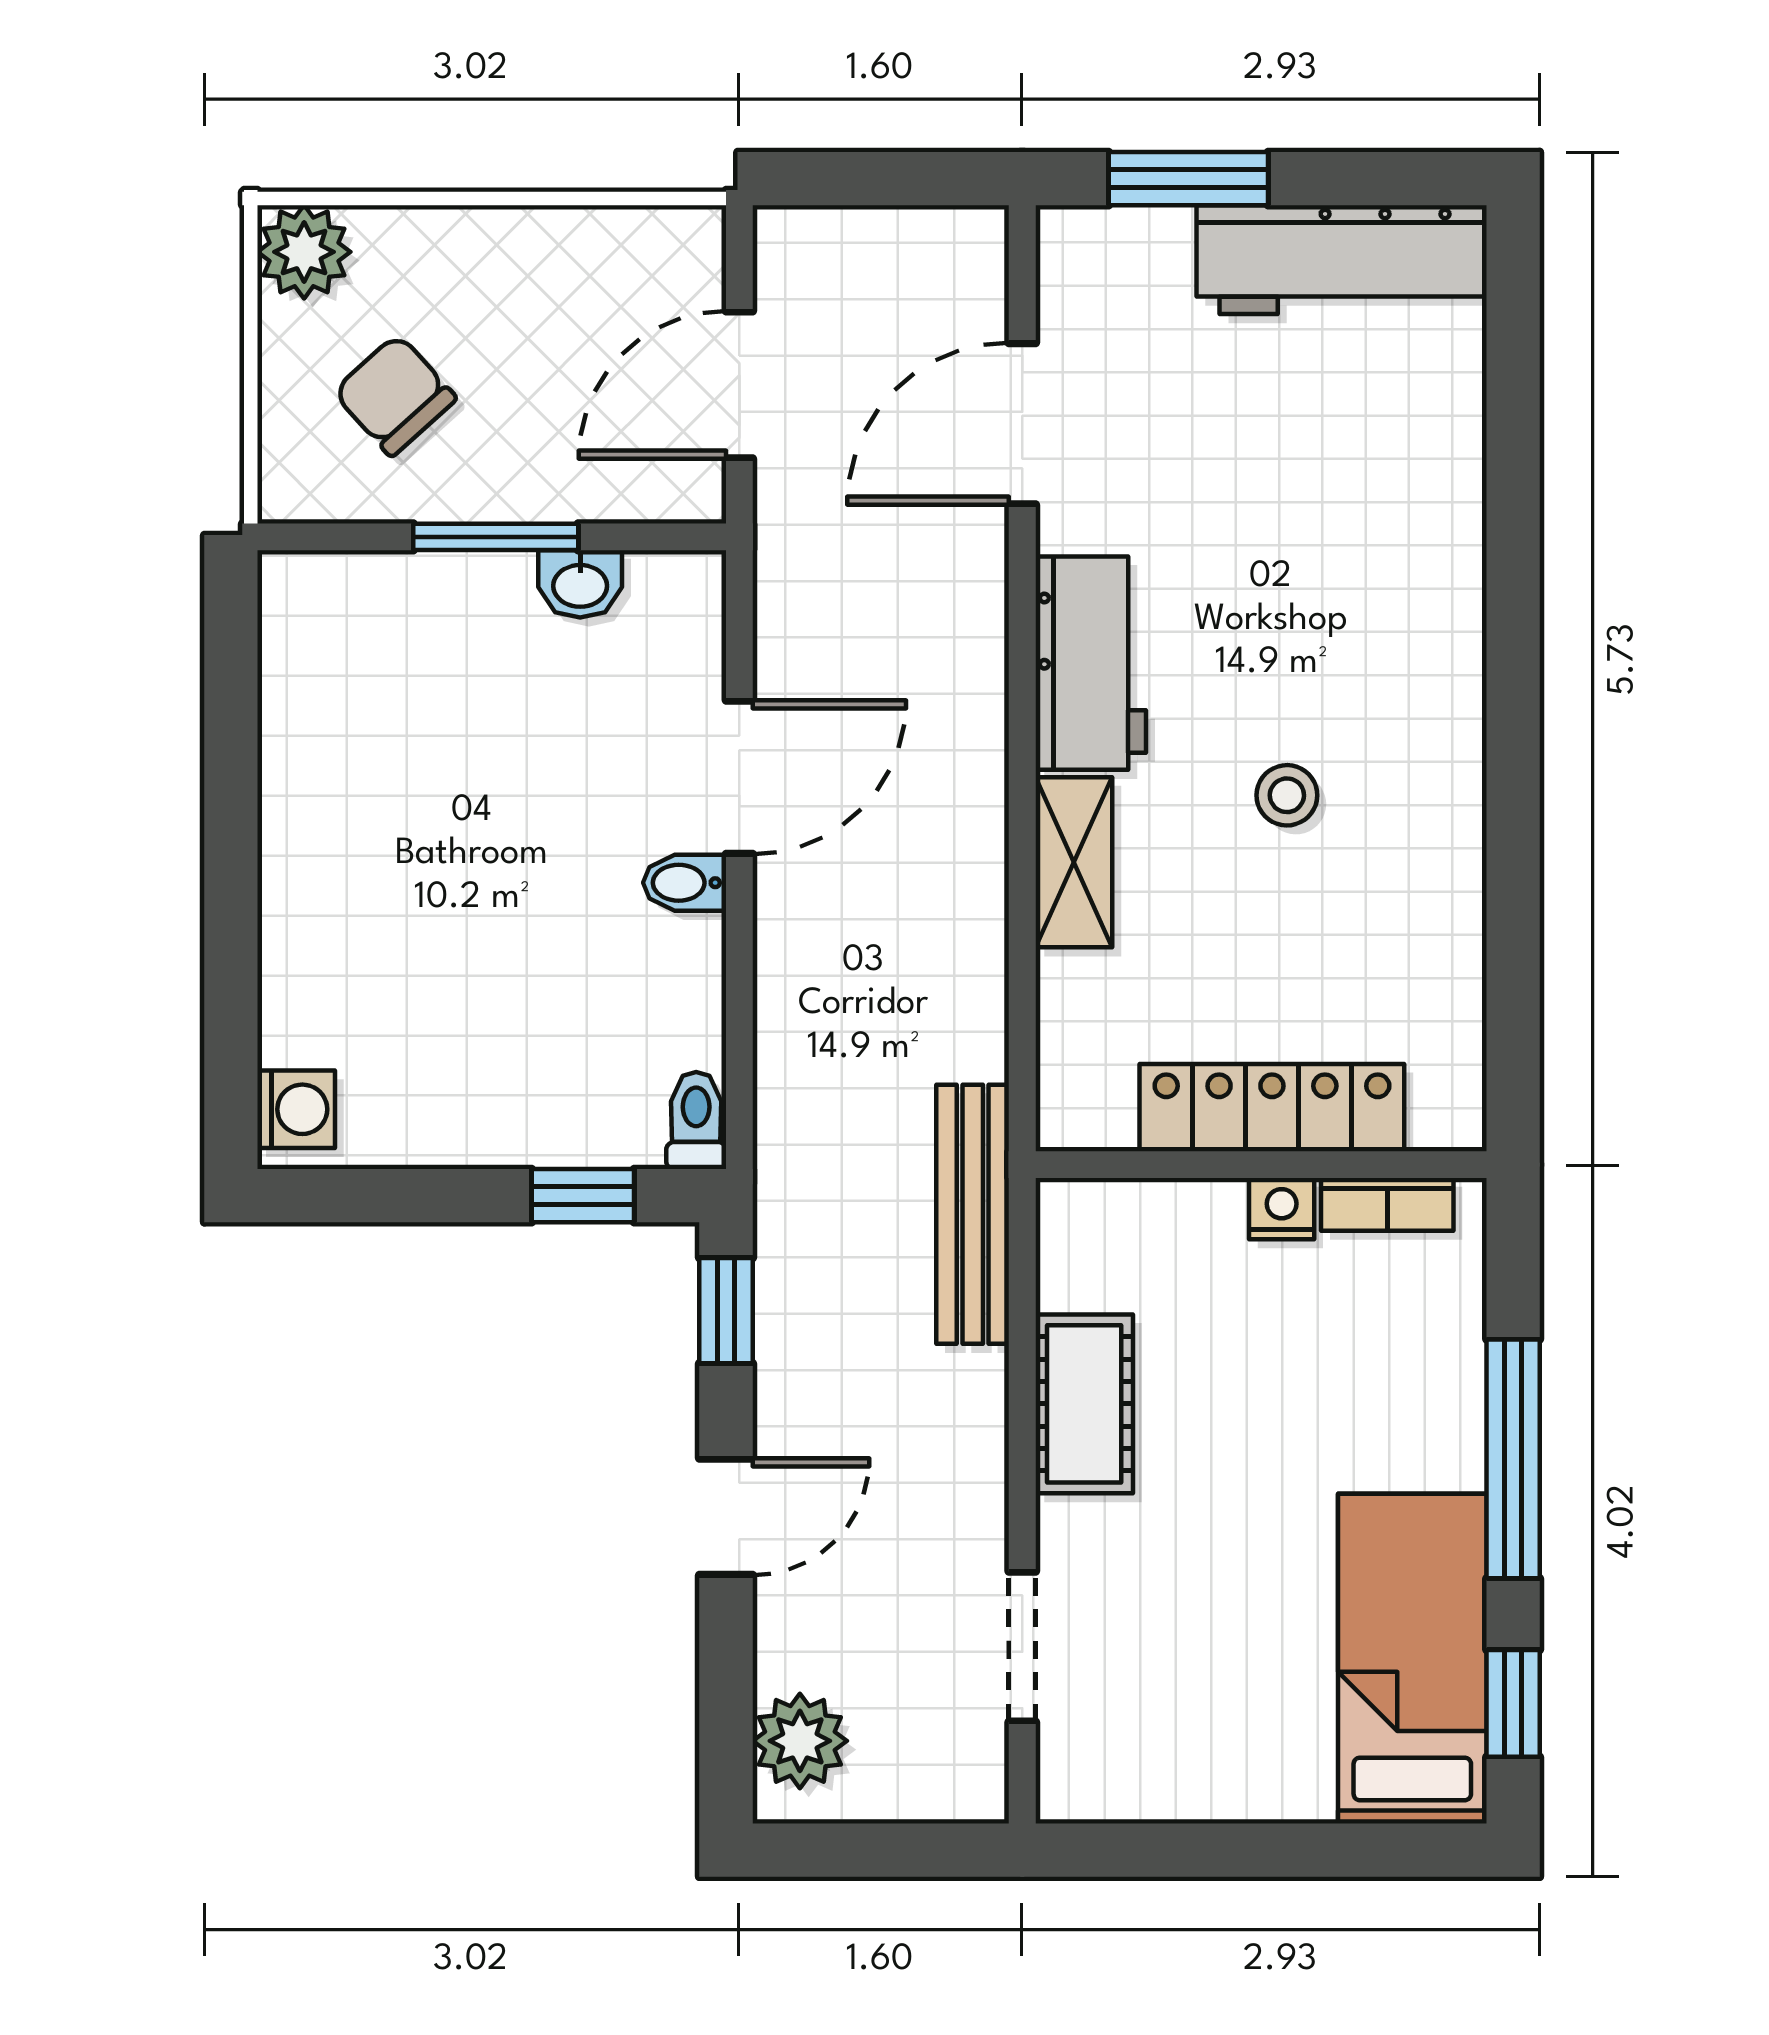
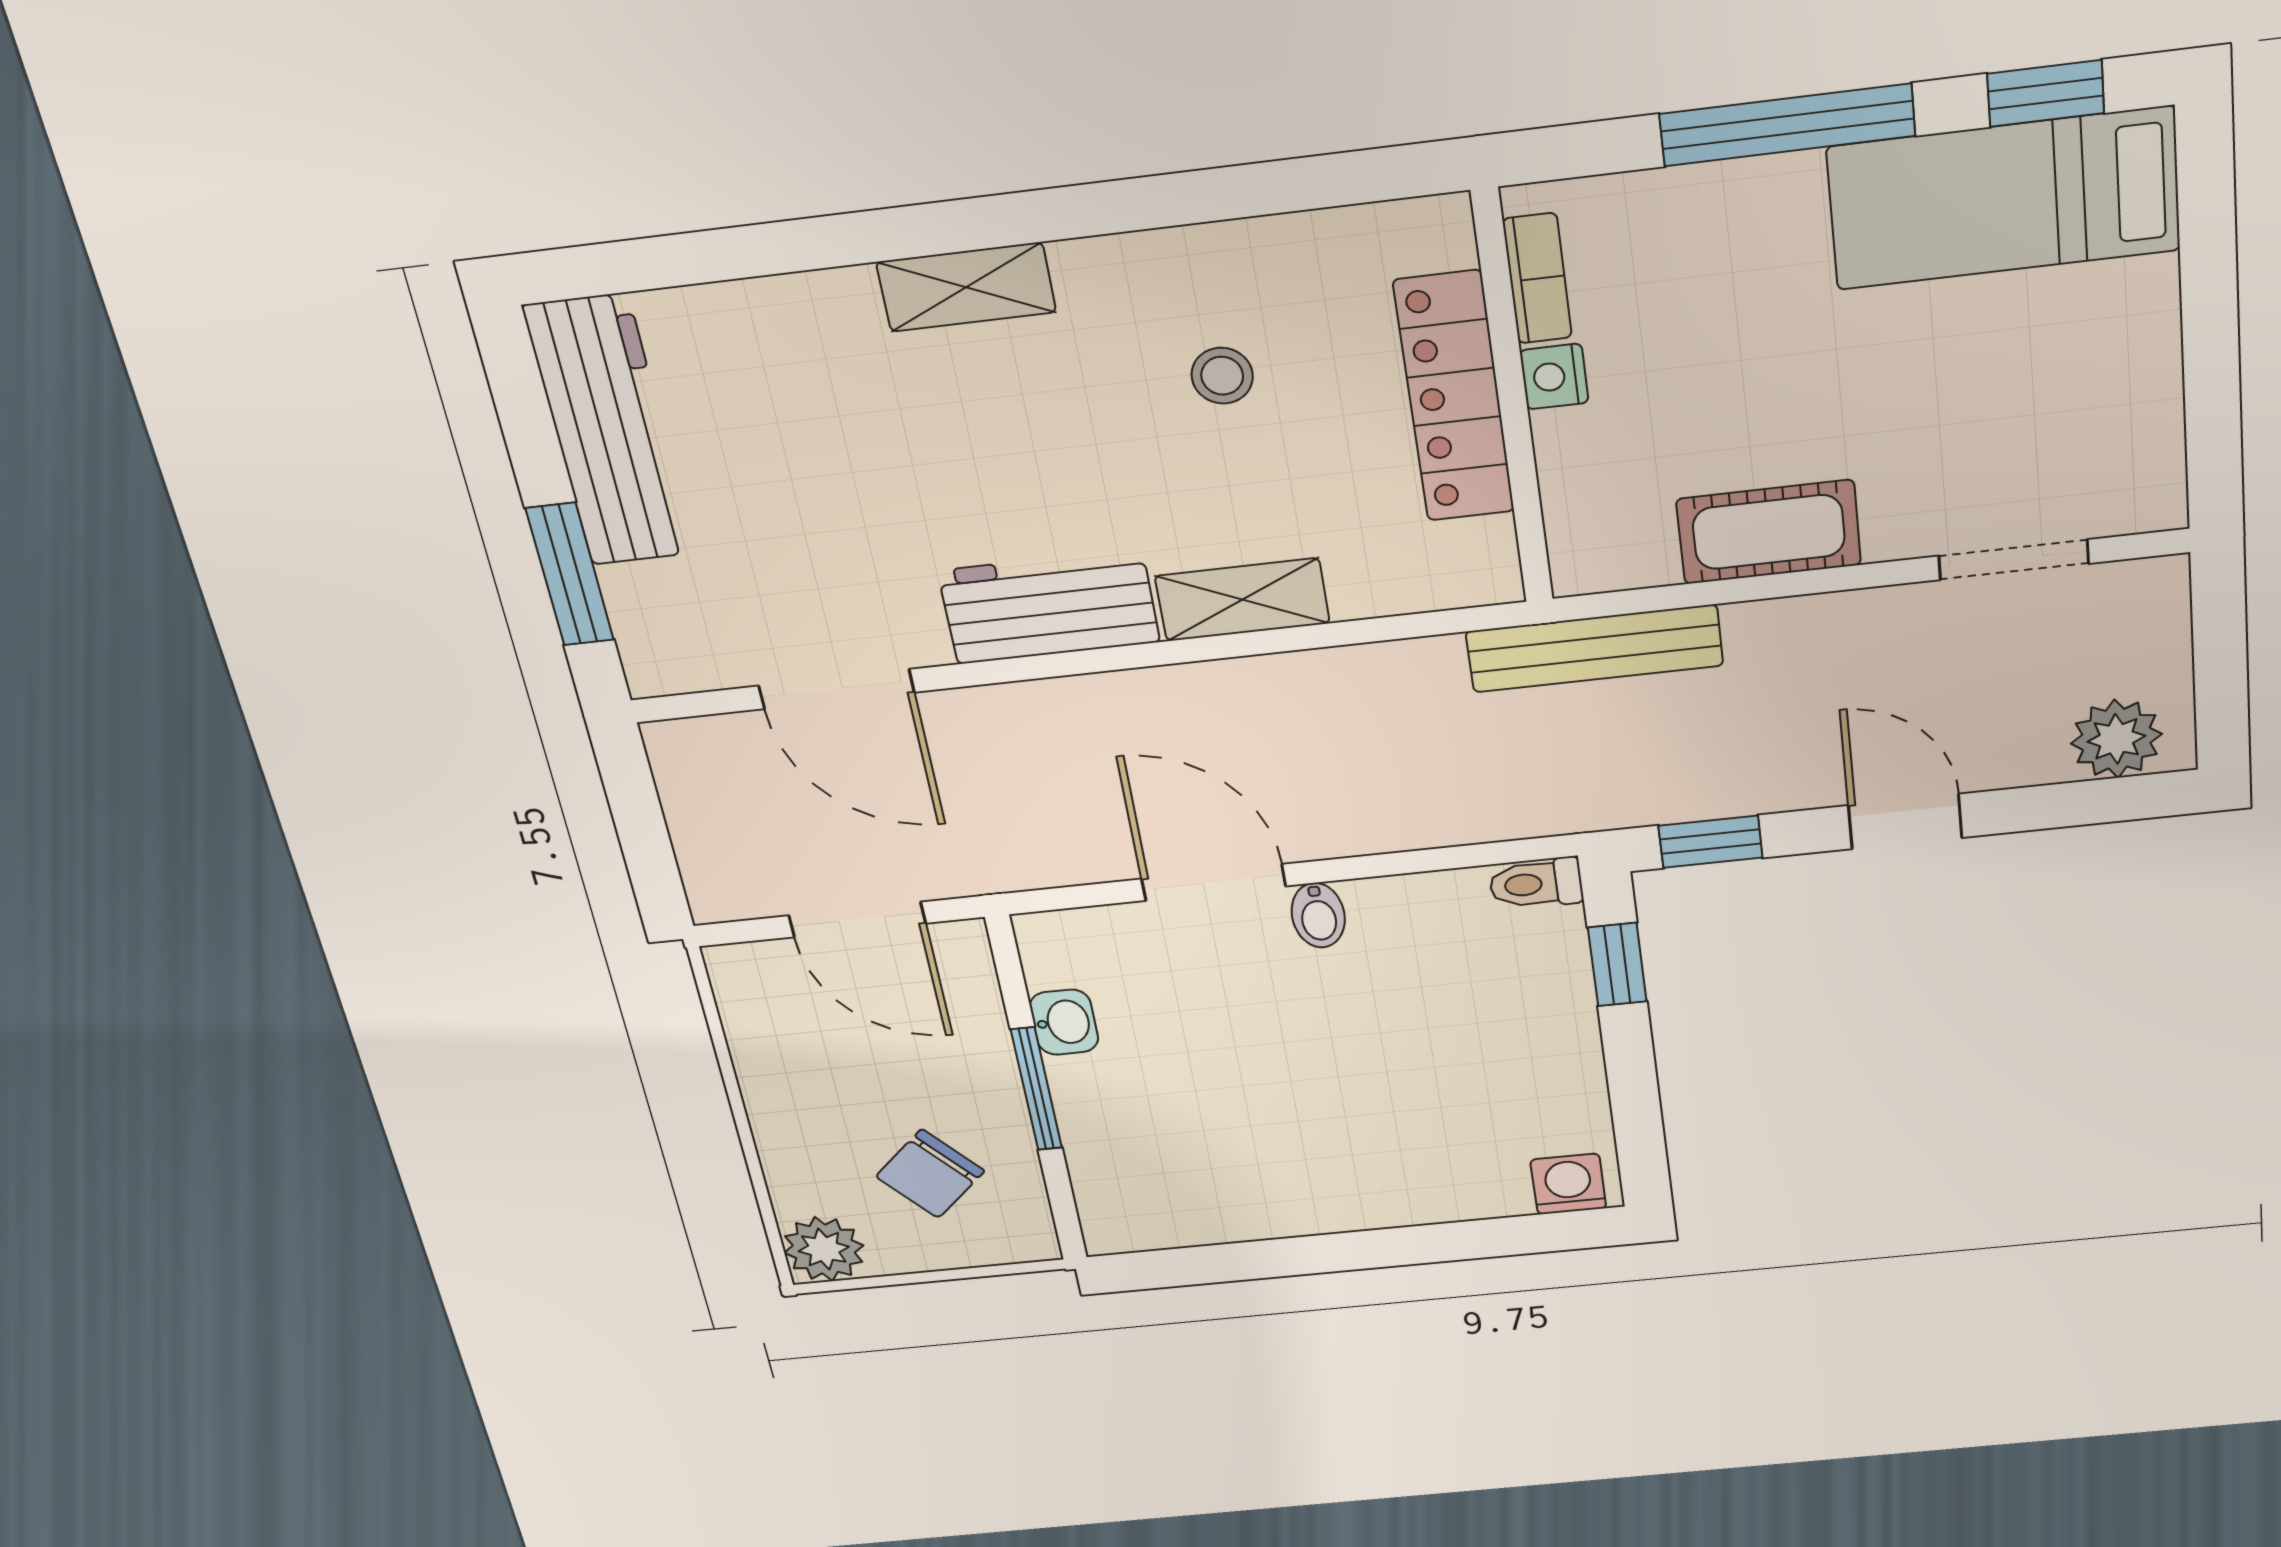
shelving: (1449, 648) -> (966, 287), added
stool: (1287, 795) -> (1222, 376), moved

